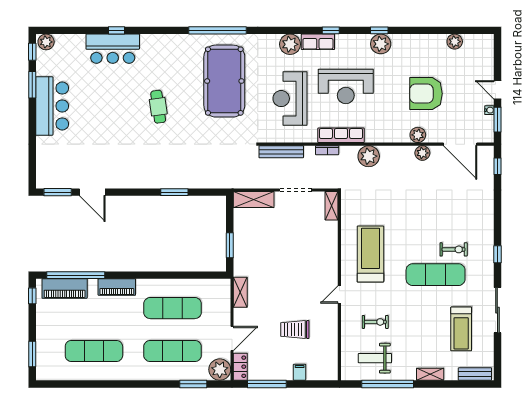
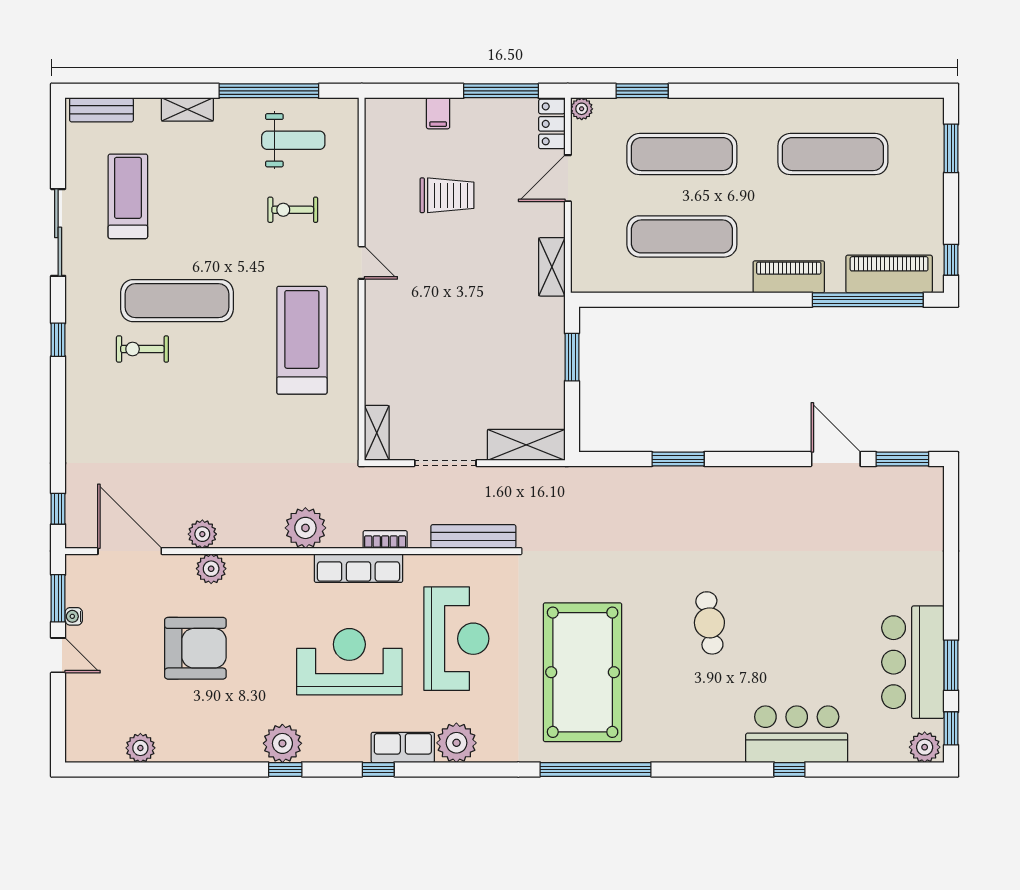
bar counter: (52, 106) -> (913, 662), moved
treadmill: (370, 254) -> (302, 340), turned 180
door: (339, 294) -> (362, 263), hinge flipped
plant: (220, 370) -> (582, 109), width x0.53, depth x0.53

